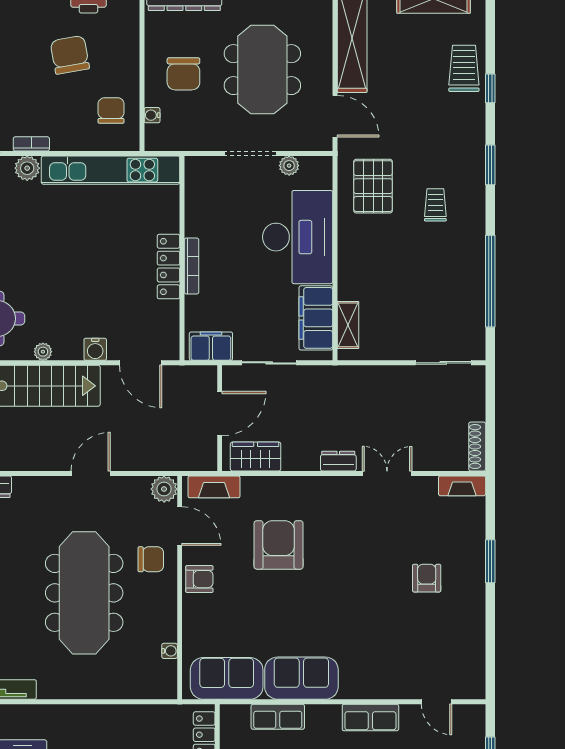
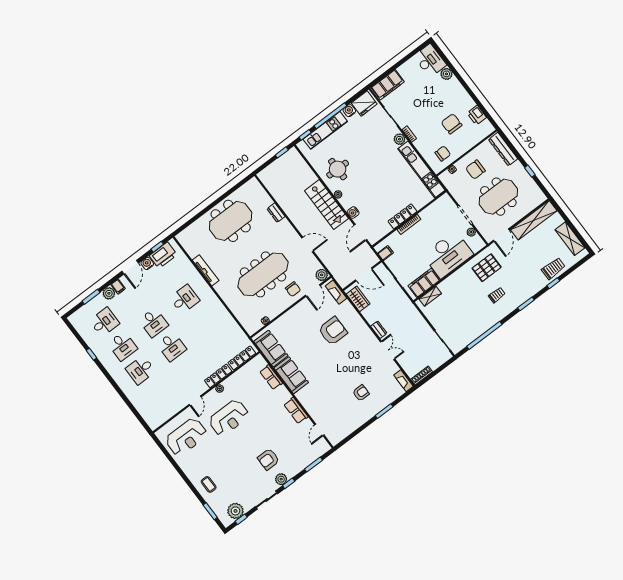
chair: (70, 55) -> (452, 124), turned -80
filing cabinet: (211, 346) -> (386, 253), width x0.50
armchair: (199, 579) -> (299, 312), removed

